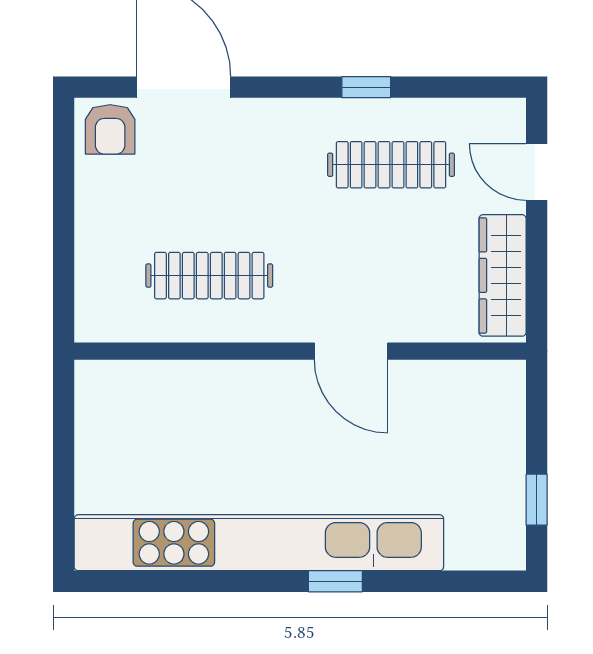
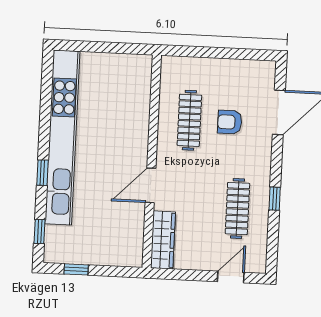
armchair: (110, 129) -> (230, 122), moved
wardrobe: (503, 275) -> (163, 240), moved, turned 90
window: (460, 581) -> (40, 232), added

